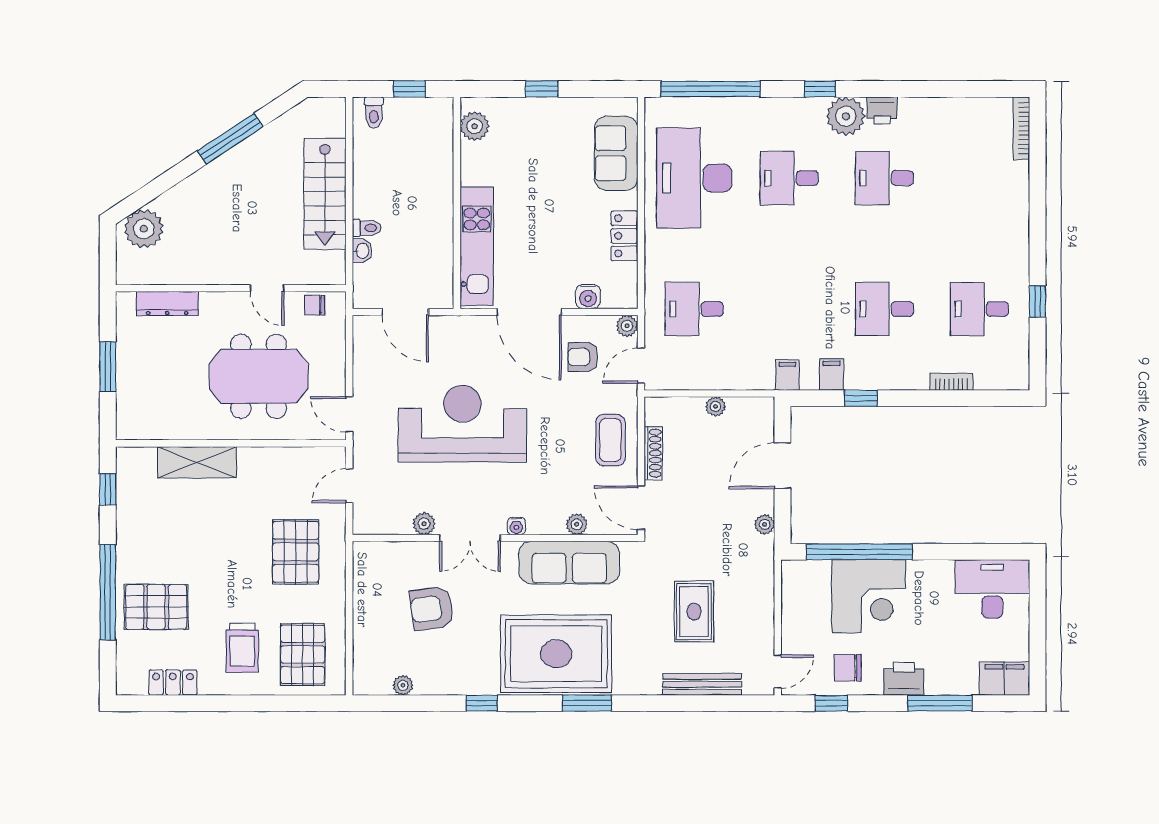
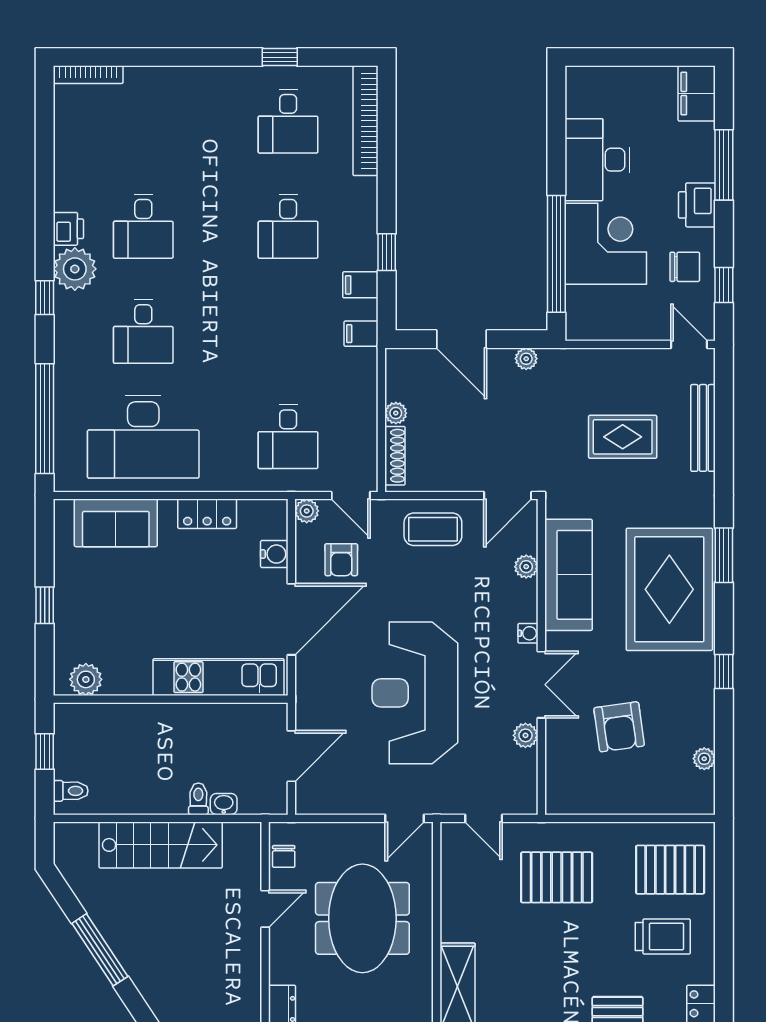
bookcase: (952, 382) -> (365, 121), width x2.31, depth x1.31
shoe rack: (653, 453) -> (395, 456), moved, turned 90
desk: (992, 589) -> (597, 160), moved
chair: (848, 668) -> (685, 267), turned -90

